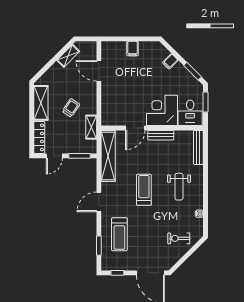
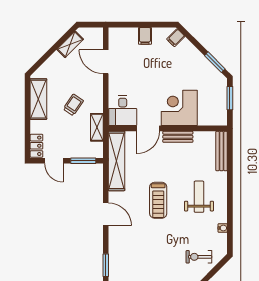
filing cabinet: (170, 61) -> (176, 38), moved
desk: (190, 113) -> (123, 111), moved
locker: (39, 137) -> (36, 146), width x0.66
door: (54, 156) -> (54, 161), hinge flipped
weight bench: (179, 187) -> (199, 197), turned 180
treadmill: (144, 190) -> (158, 200), turned 180
door: (99, 202) -> (106, 214), swing flipped
treadmill: (119, 234) -> (130, 252), removed

